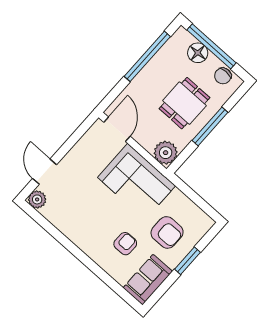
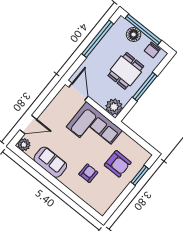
door: (45, 172) -> (28, 125), swing flipped
window: (187, 261) -> (140, 175), moved
sofa: (148, 280) -> (50, 162), moved, turned 90

